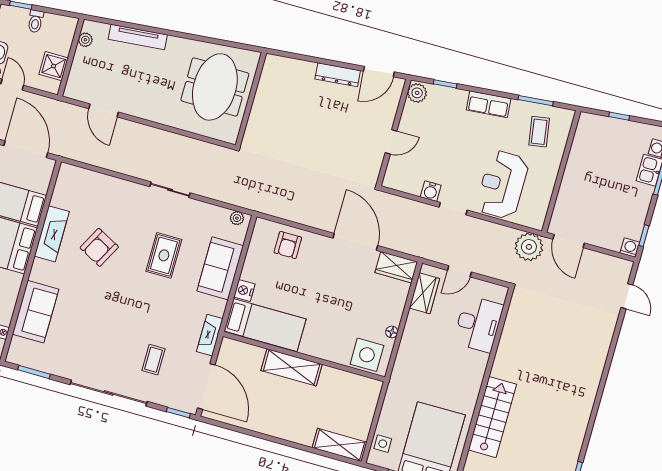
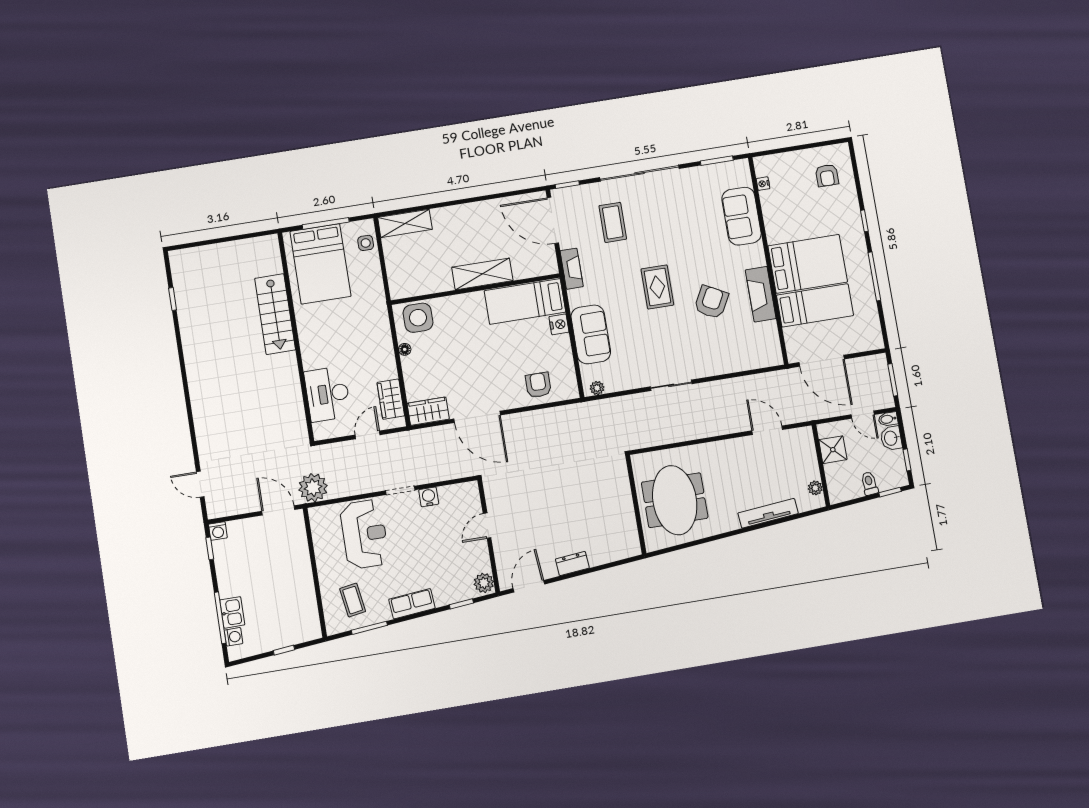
dresser: (338, 75) -> (572, 564), width x0.70
rug: (164, 255) -> (657, 287), moved
coffee table: (153, 360) -> (613, 222), width x1.36, depth x1.30

